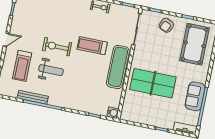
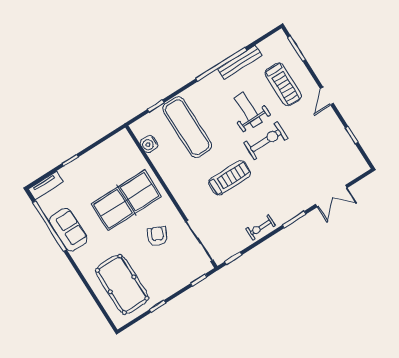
armchair: (166, 25) -> (157, 236), moved
treadmill: (22, 66) -> (283, 84), turned 180
exercise mat: (118, 67) -> (187, 127), moved
weight bench: (51, 70) -> (248, 110), turned 90
water cooler: (113, 113) -> (149, 144), moved

